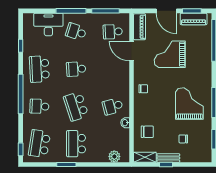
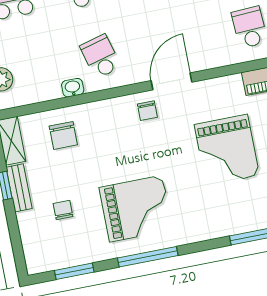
door: (131, 51) -> (172, 81), moved
grand piano: (170, 54) -> (227, 150), turned 180

